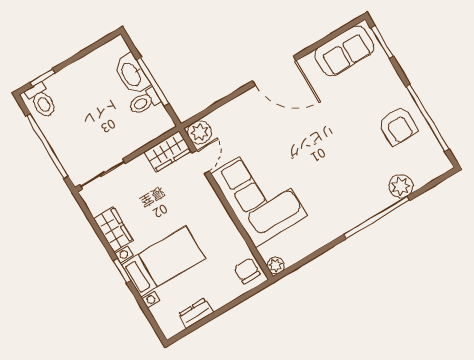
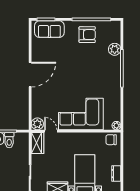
sofa: (344, 51) -> (49, 29), moved, turned 90

